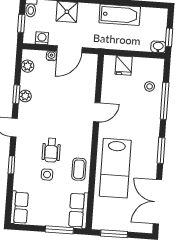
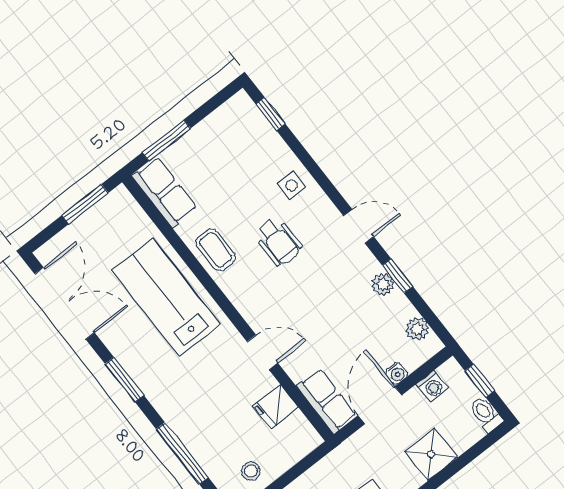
fridge: (124, 66) -> (276, 407), moved, turned -90
stool: (150, 86) -> (251, 471), moved
door: (97, 112) -> (262, 352), swing flipped
wheelchair: (51, 150) -> (278, 242), turned 180
window: (11, 165) -> (270, 114), moved
side table: (47, 175) -> (291, 185), moved
row of seats: (19, 208) -> (326, 401), moved, turned 180

